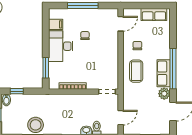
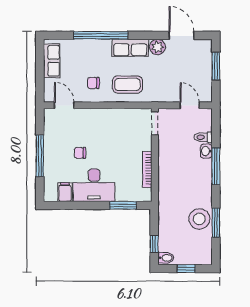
window: (173, 69) -> (101, 35), moved

